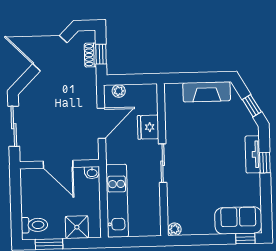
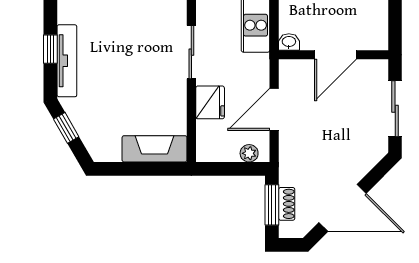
window: (101, 54) -> (272, 205), width x1.50
fireplace: (207, 92) -> (155, 149), moved
tv unit: (253, 154) -> (67, 61), width x1.41
door: (58, 164) -> (335, 55), swing flipped

